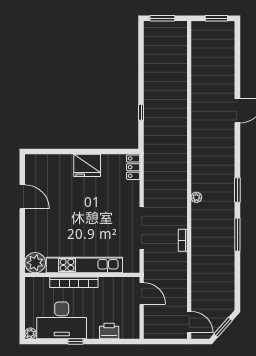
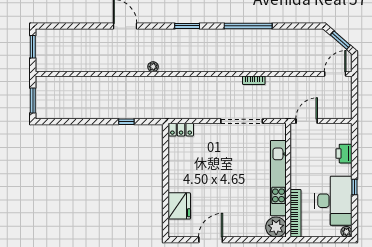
fridge: (87, 165) -> (179, 206), moved
window: (237, 190) -> (187, 26), moved
plant: (196, 197) -> (153, 67), moved
window: (237, 235) -> (248, 26), width x1.46
bookcase: (74, 282) -> (296, 213), moved

